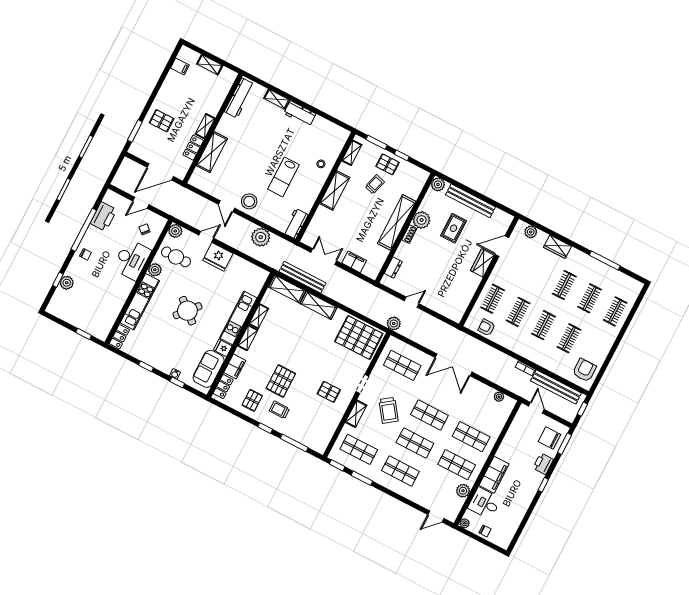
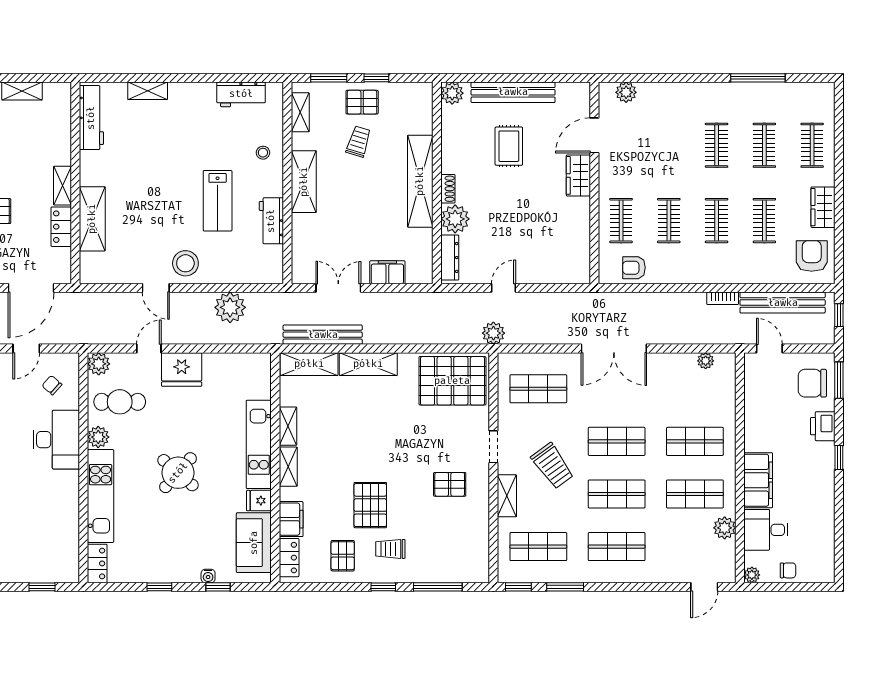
workbench: (300, 114) -> (241, 94), moved
plant: (422, 220) -> (455, 219), moved
workbench: (296, 224) -> (271, 221), moved
wardrobe: (557, 247) -> (823, 207), moved, turned 90
dresser: (393, 268) -> (450, 258), width x1.44

